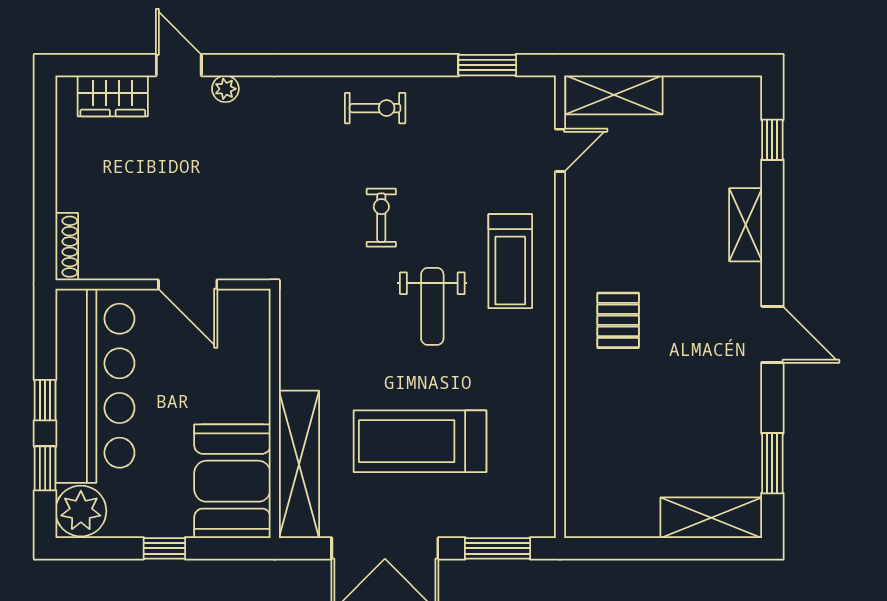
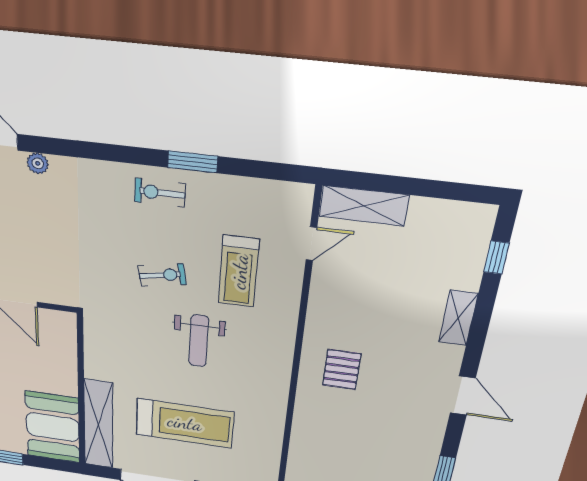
window: (487, 65) -> (193, 162), moved
exercise bike: (375, 108) -> (160, 193), turned 180
exercise bike: (381, 218) -> (162, 275), turned 79
treadmill: (510, 261) -> (239, 271), moved
treadmill: (420, 441) -> (185, 423), turned 180

